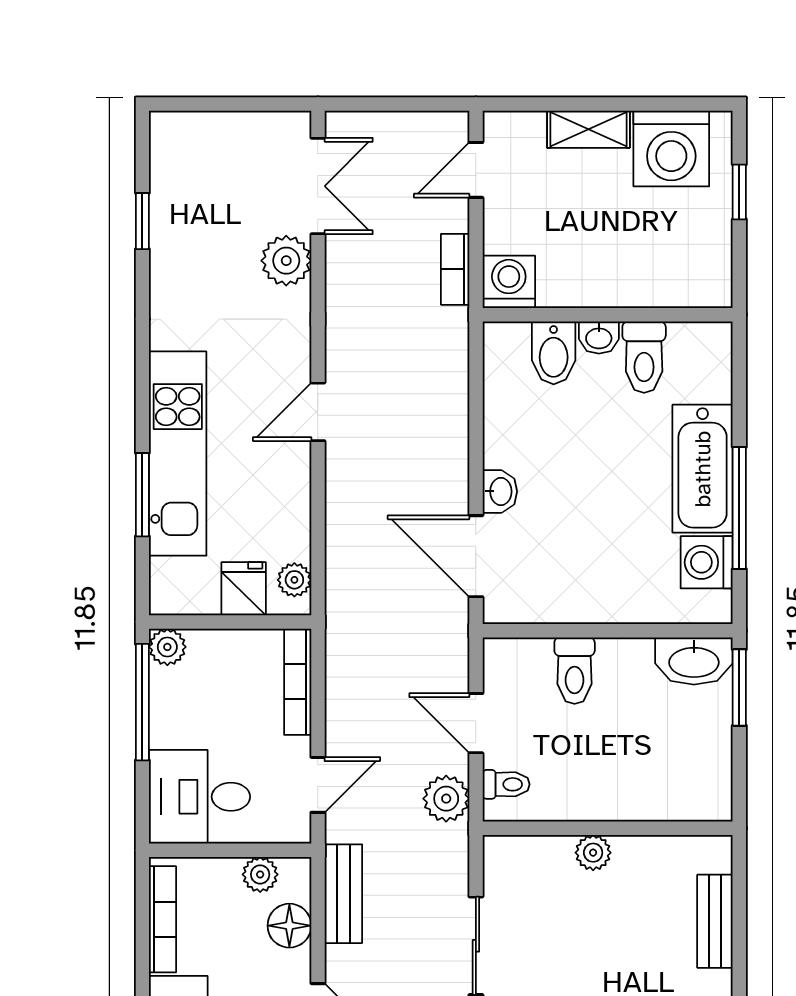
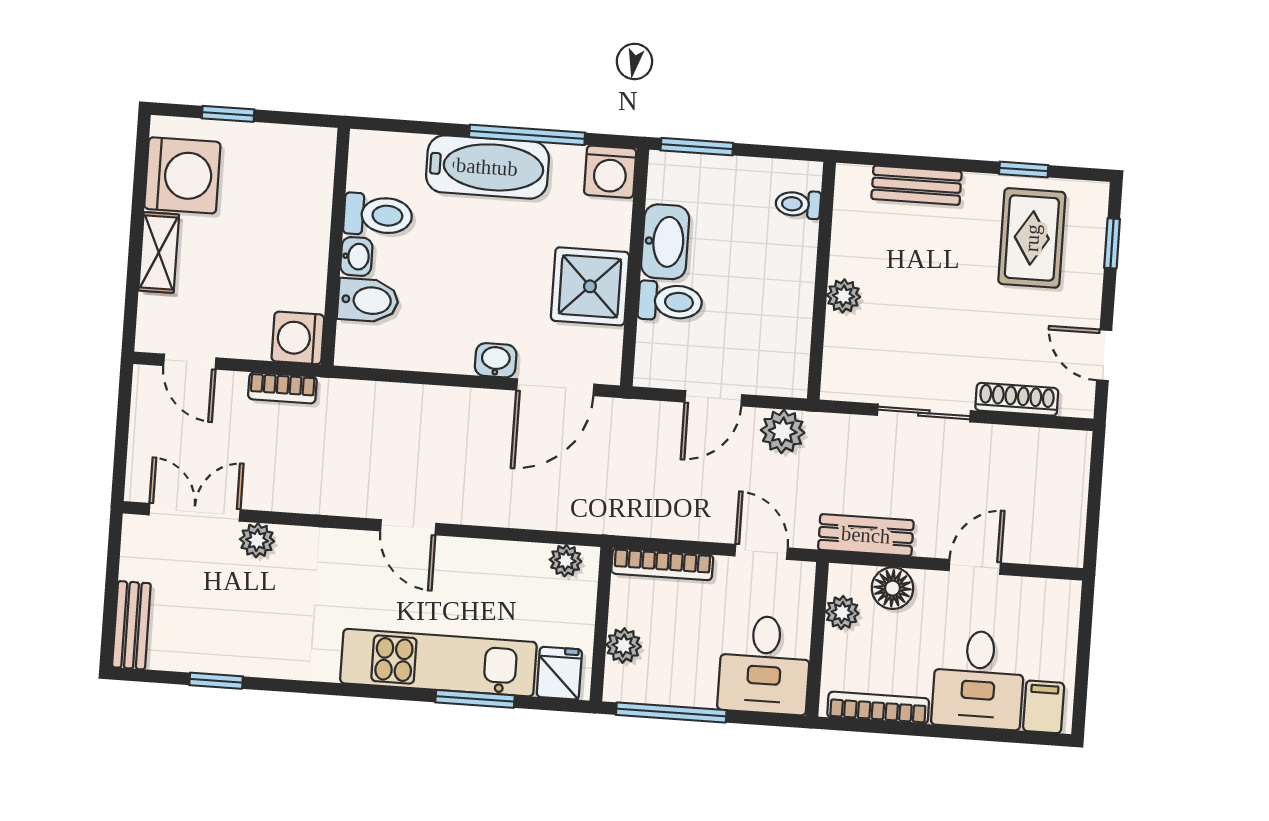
bench: (194, 128) -> (131, 625), added
plant: (286, 261) -> (257, 540), width x0.73, depth x0.73
washing machine: (707, 562) -> (610, 172), moved
shower: (585, 585) -> (590, 286), added
fridge: (244, 589) -> (559, 673), moved, turned 90
plant: (167, 647) -> (624, 646), moved
washbasin: (694, 661) -> (665, 242), moved
toilet: (506, 784) -> (798, 204), moved, turned -90

